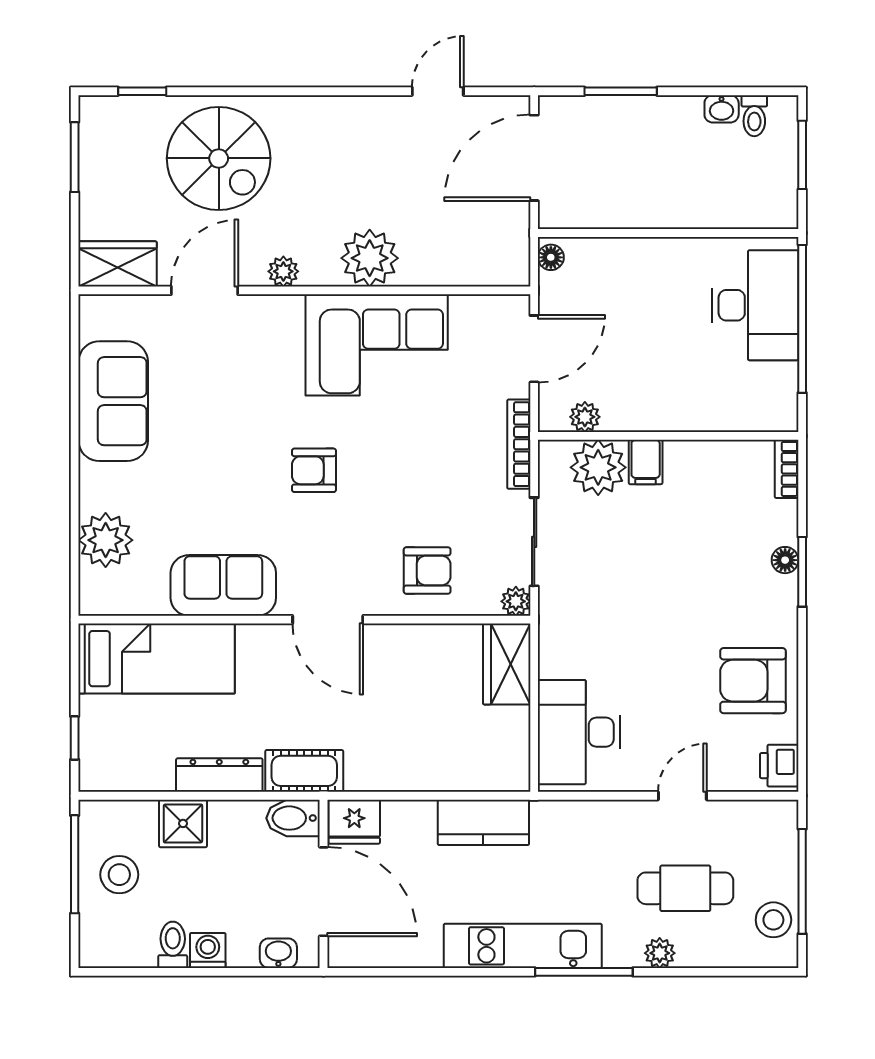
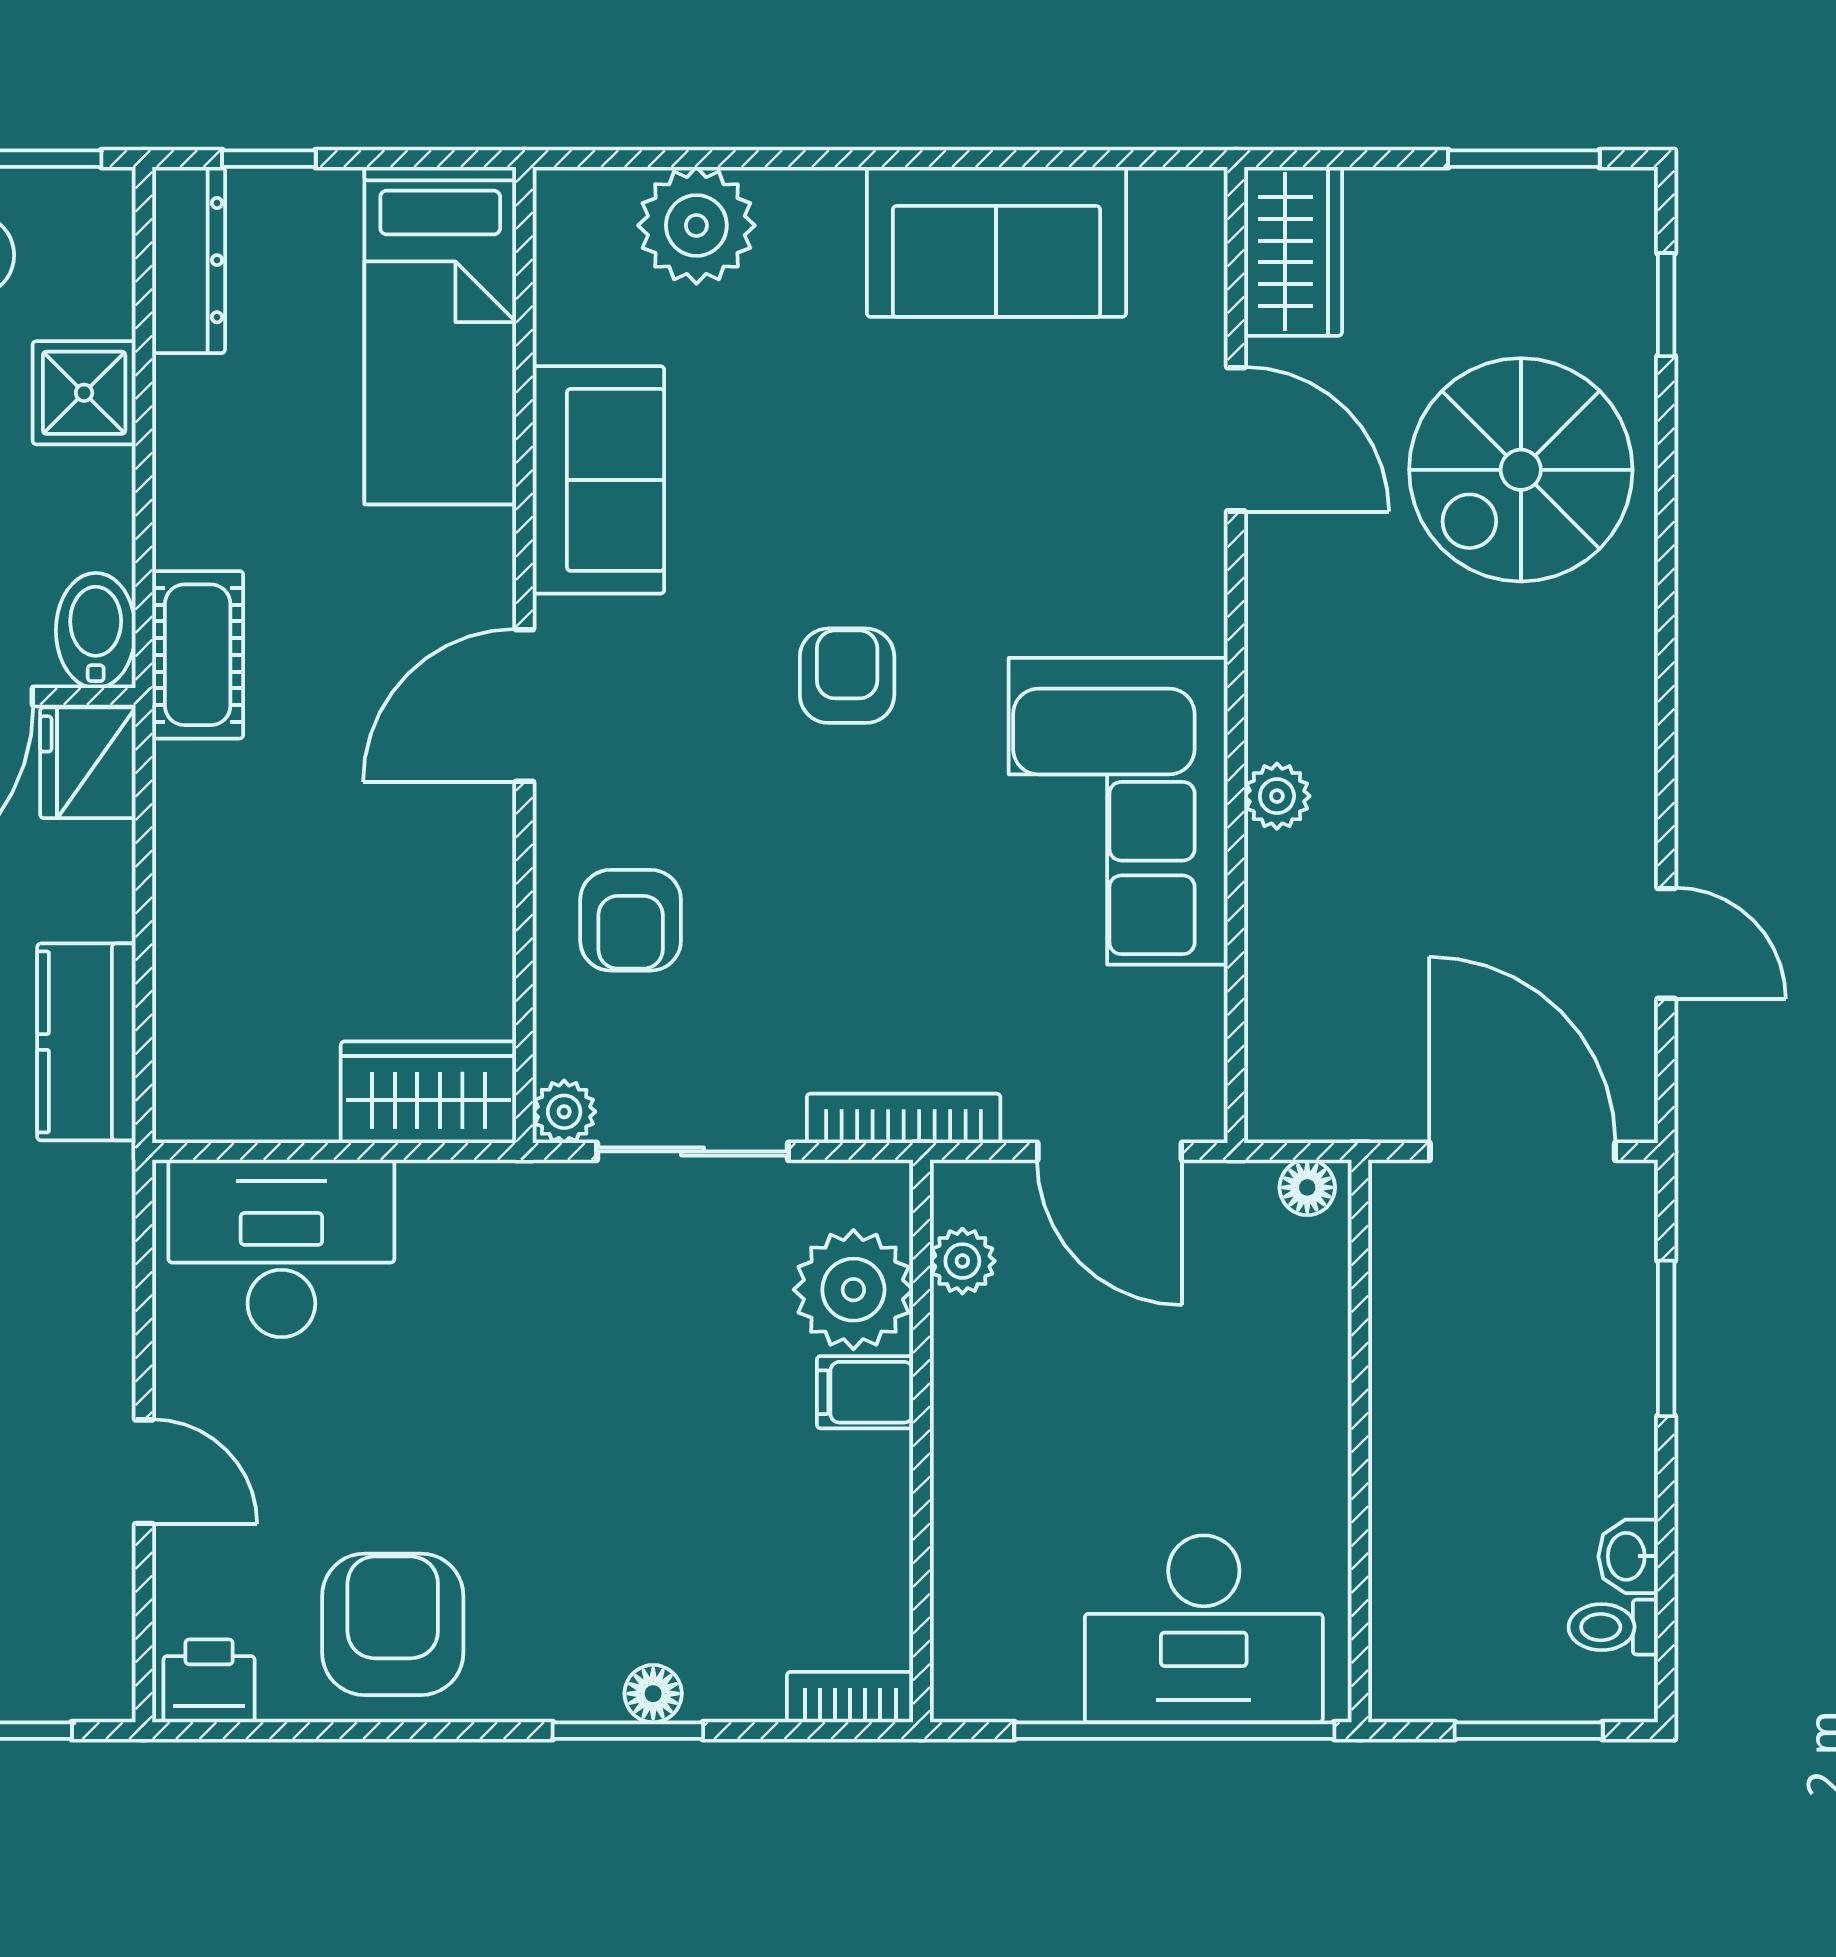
plant: (370, 258) -> (1277, 796), width x0.53, depth x0.53
plant: (283, 271) -> (1277, 609), removed
dresser: (219, 775) -> (189, 260), moved

